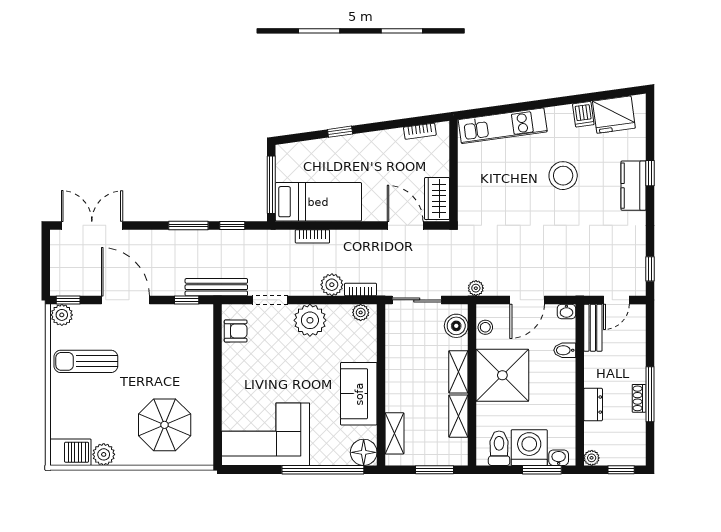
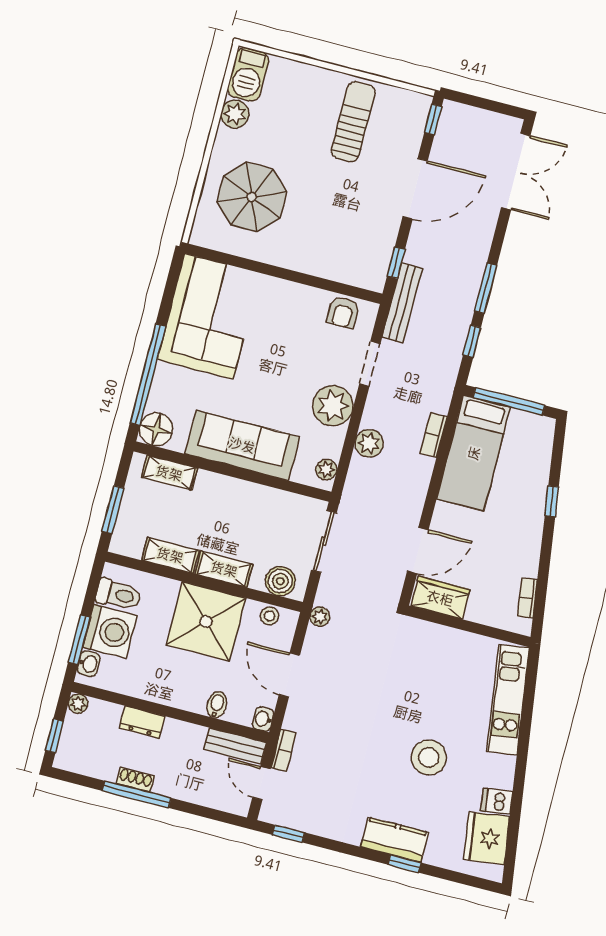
bookcase: (361, 289) -> (283, 750), moved
plant: (62, 315) -> (417, 107), removed
sofa: (359, 394) -> (242, 445), width x1.36

